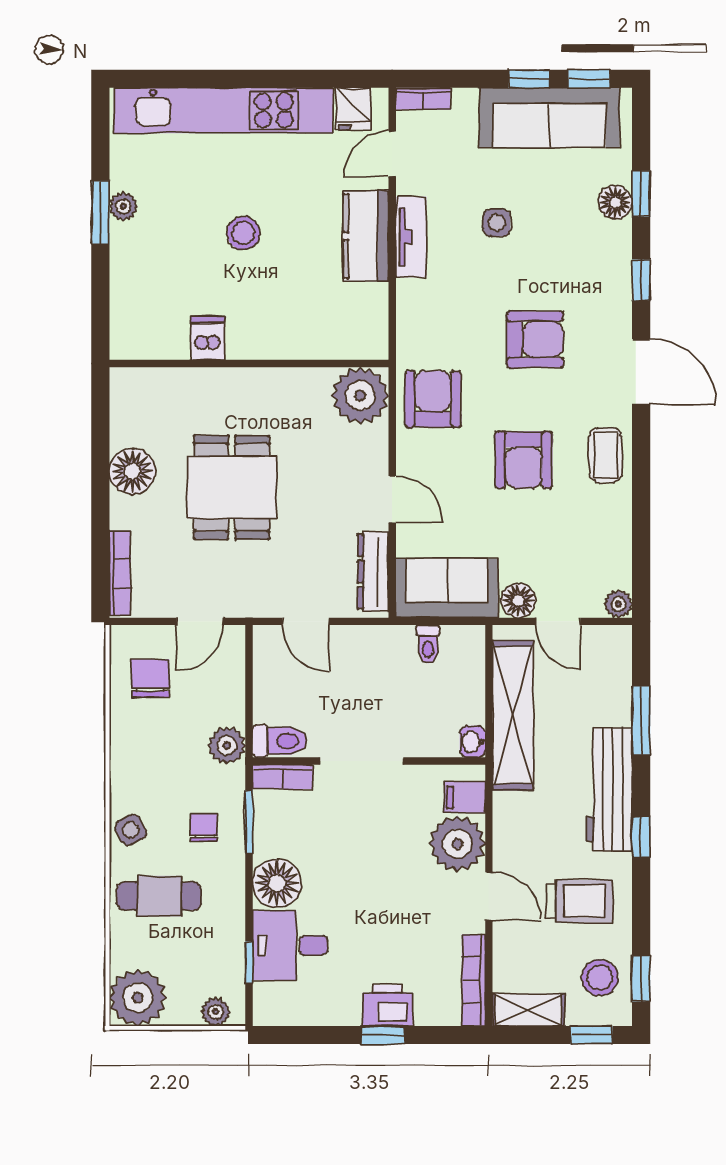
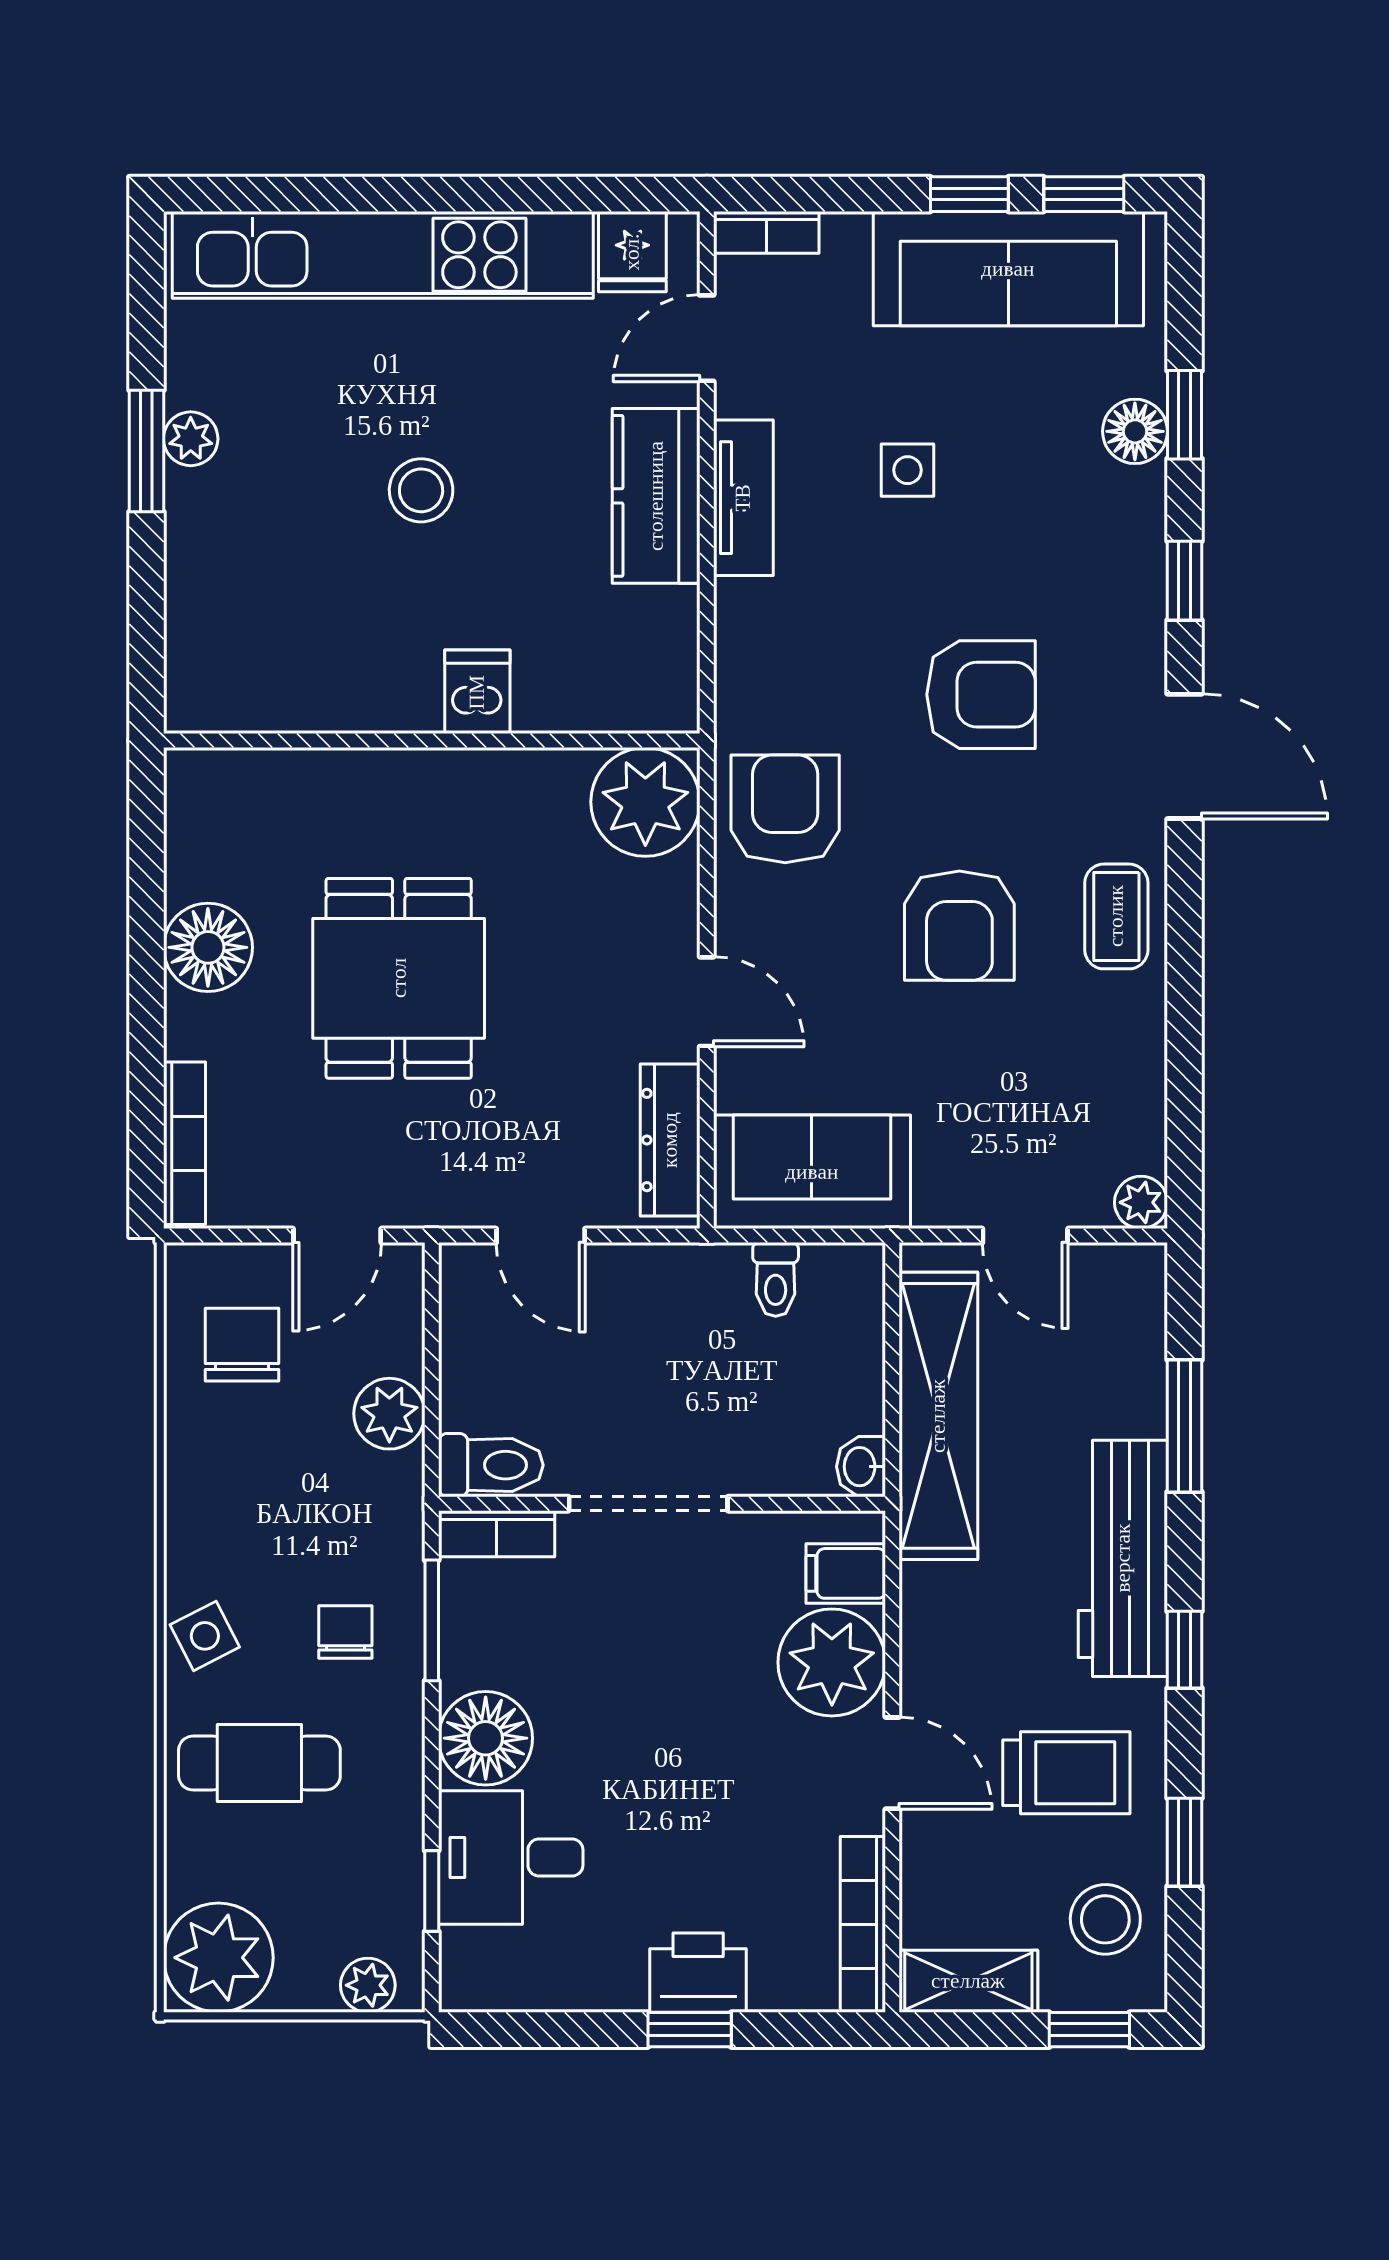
dishwasher: (208, 338) -> (477, 692), moved
floor lamp: (518, 601) -> (949, 1196), removed
plant: (227, 745) -> (389, 1414), moved
window: (641, 978) -> (1184, 1842), moved

